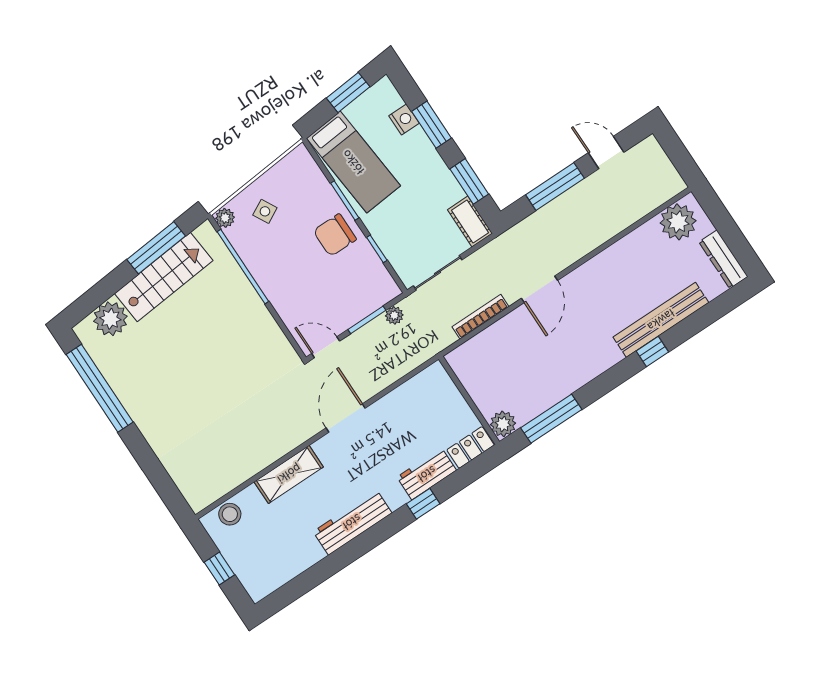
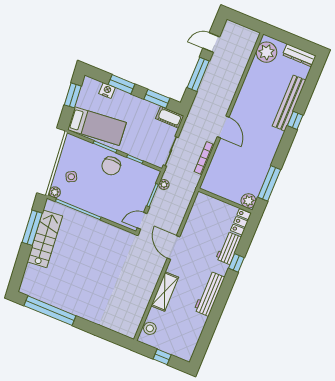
plant: (110, 319) -> (33, 275), removed

